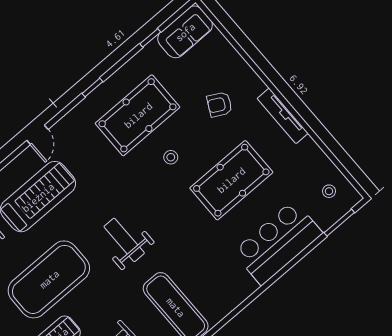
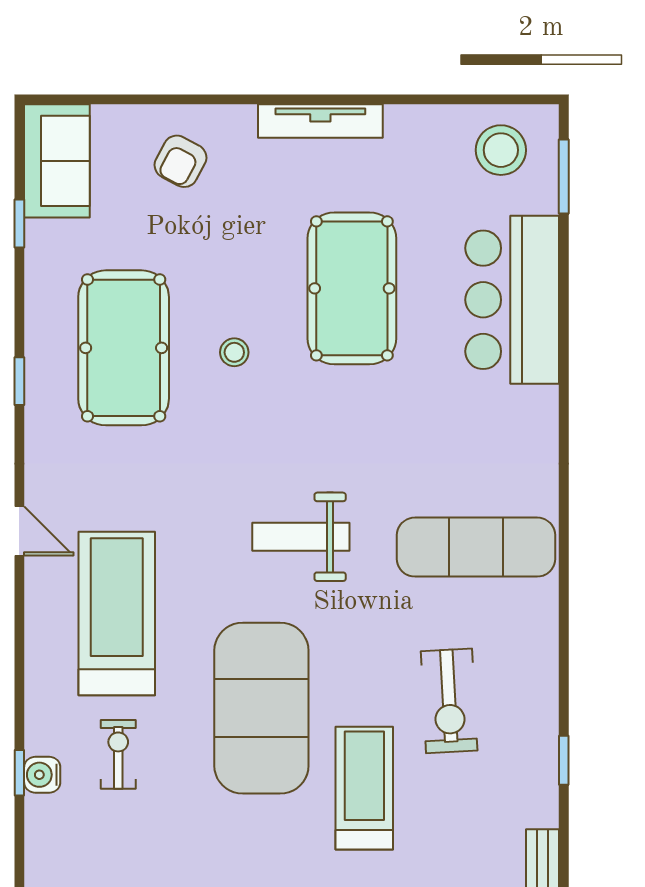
armchair: (220, 104) -> (180, 161), moved
stool: (329, 191) -> (501, 150), width x1.89, depth x1.89

